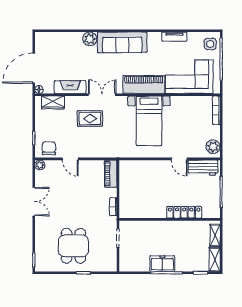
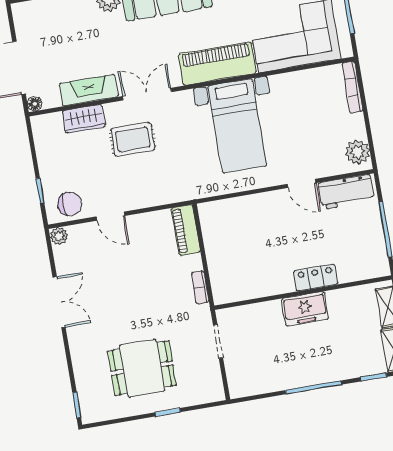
wardrobe: (53, 102) -> (84, 119), moved
chair: (49, 148) -> (70, 204), turned 90
locker: (184, 212) -> (316, 278), width x0.66
dining table: (73, 246) -> (142, 368), turned 90
freezer: (162, 264) -> (305, 309), moved, turned 180

